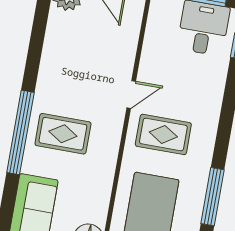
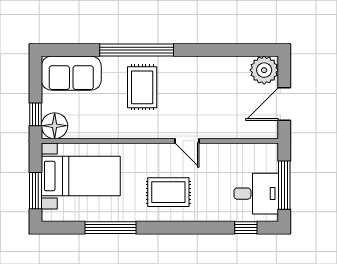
rug: (163, 134) -> (168, 192), moved, turned 90

